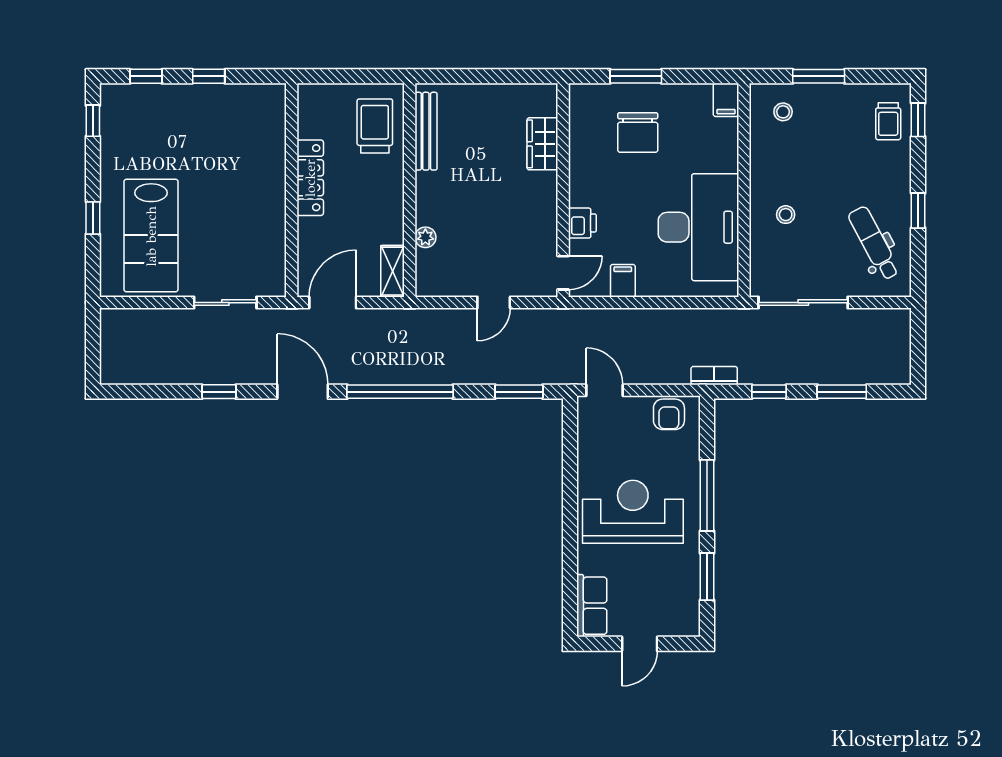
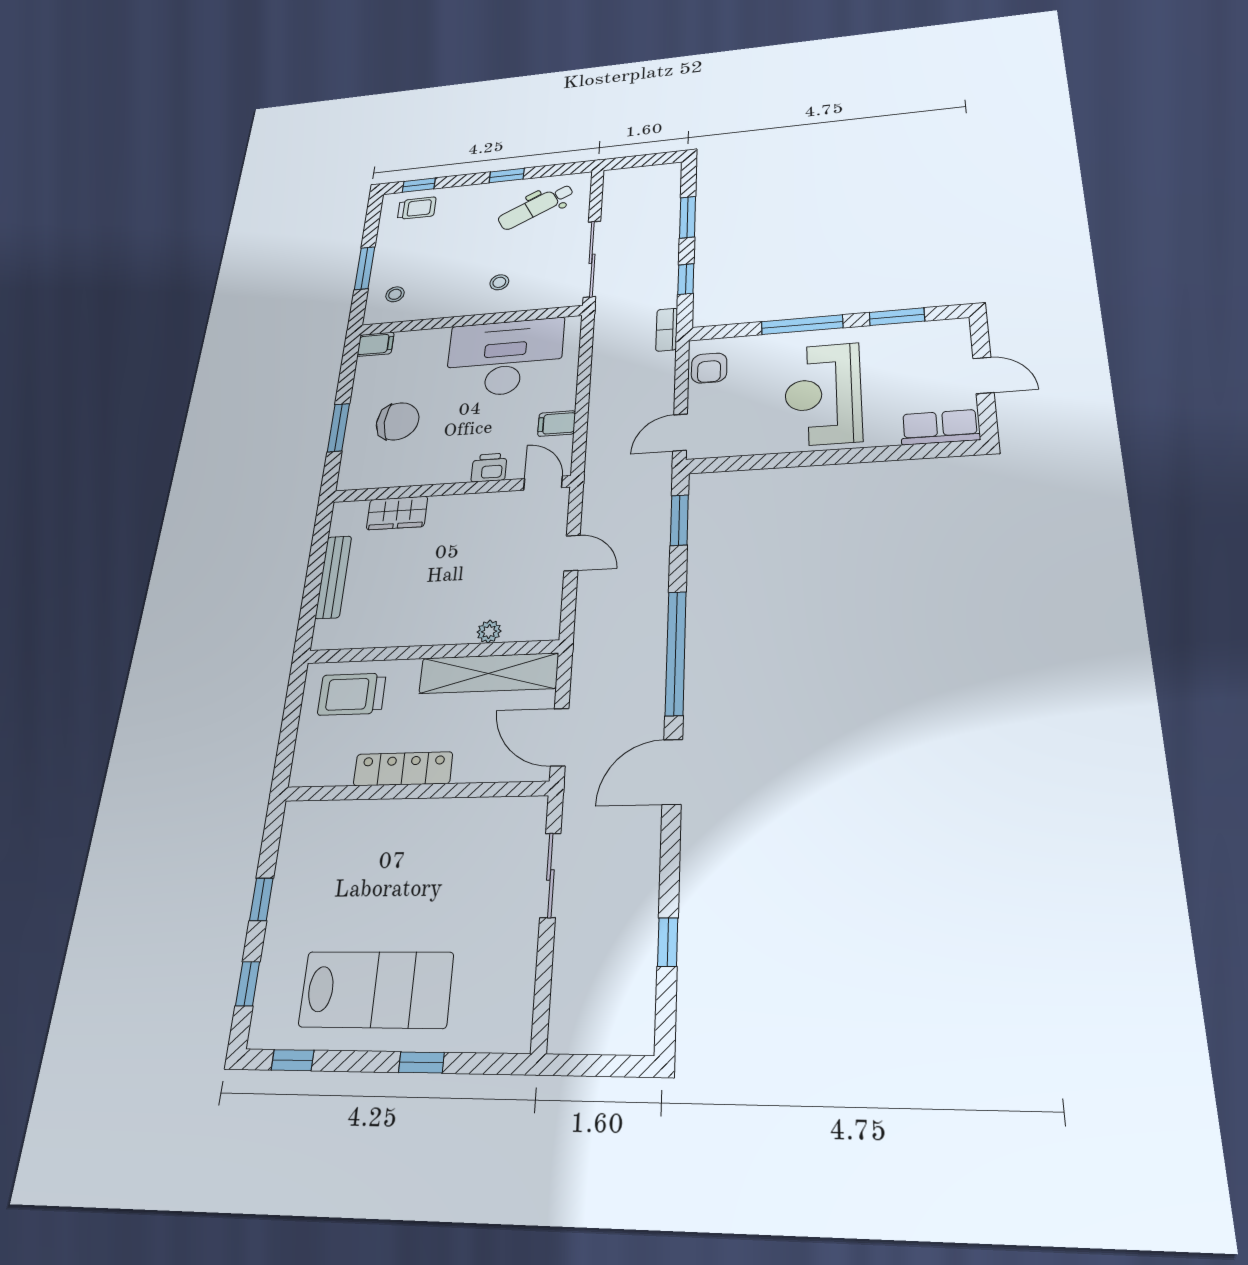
bench: (426, 131) -> (333, 577), moved, turned 90
lab bench: (151, 236) -> (376, 989), moved
shelving: (392, 271) -> (489, 673), width x2.20, depth x1.33
window: (219, 392) -> (668, 942), moved
armchair: (669, 414) -> (709, 368), turned 90

